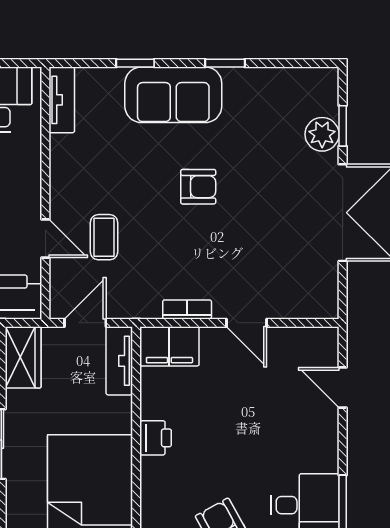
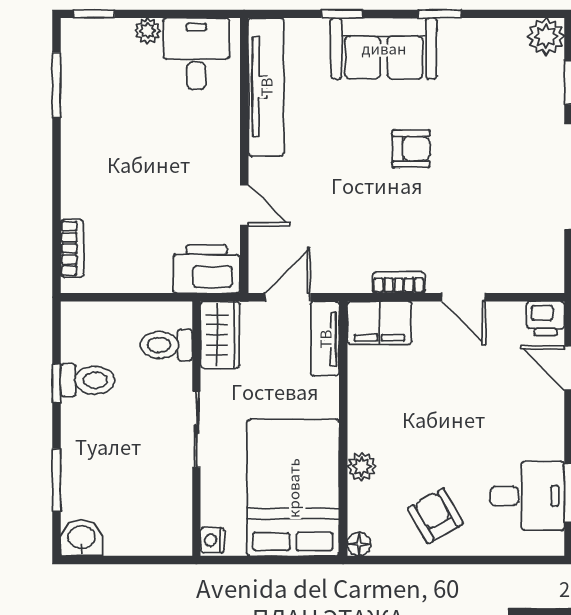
tv unit: (62, 100) -> (266, 87), width x1.92, depth x1.29
plant: (322, 134) -> (546, 36), moved
coffee table: (104, 237) -> (308, 204), removed
printer: (155, 438) -> (546, 318), moved, turned 90
plant: (153, 478) -> (362, 466), added

